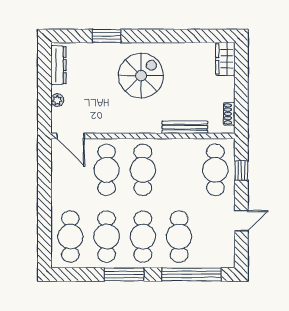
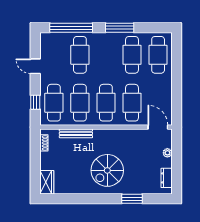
dresser: (58, 65) -> (167, 178), width x0.70
door: (241, 221) -> (35, 66), hinge flipped
cafe table: (143, 237) -> (80, 103), moved

